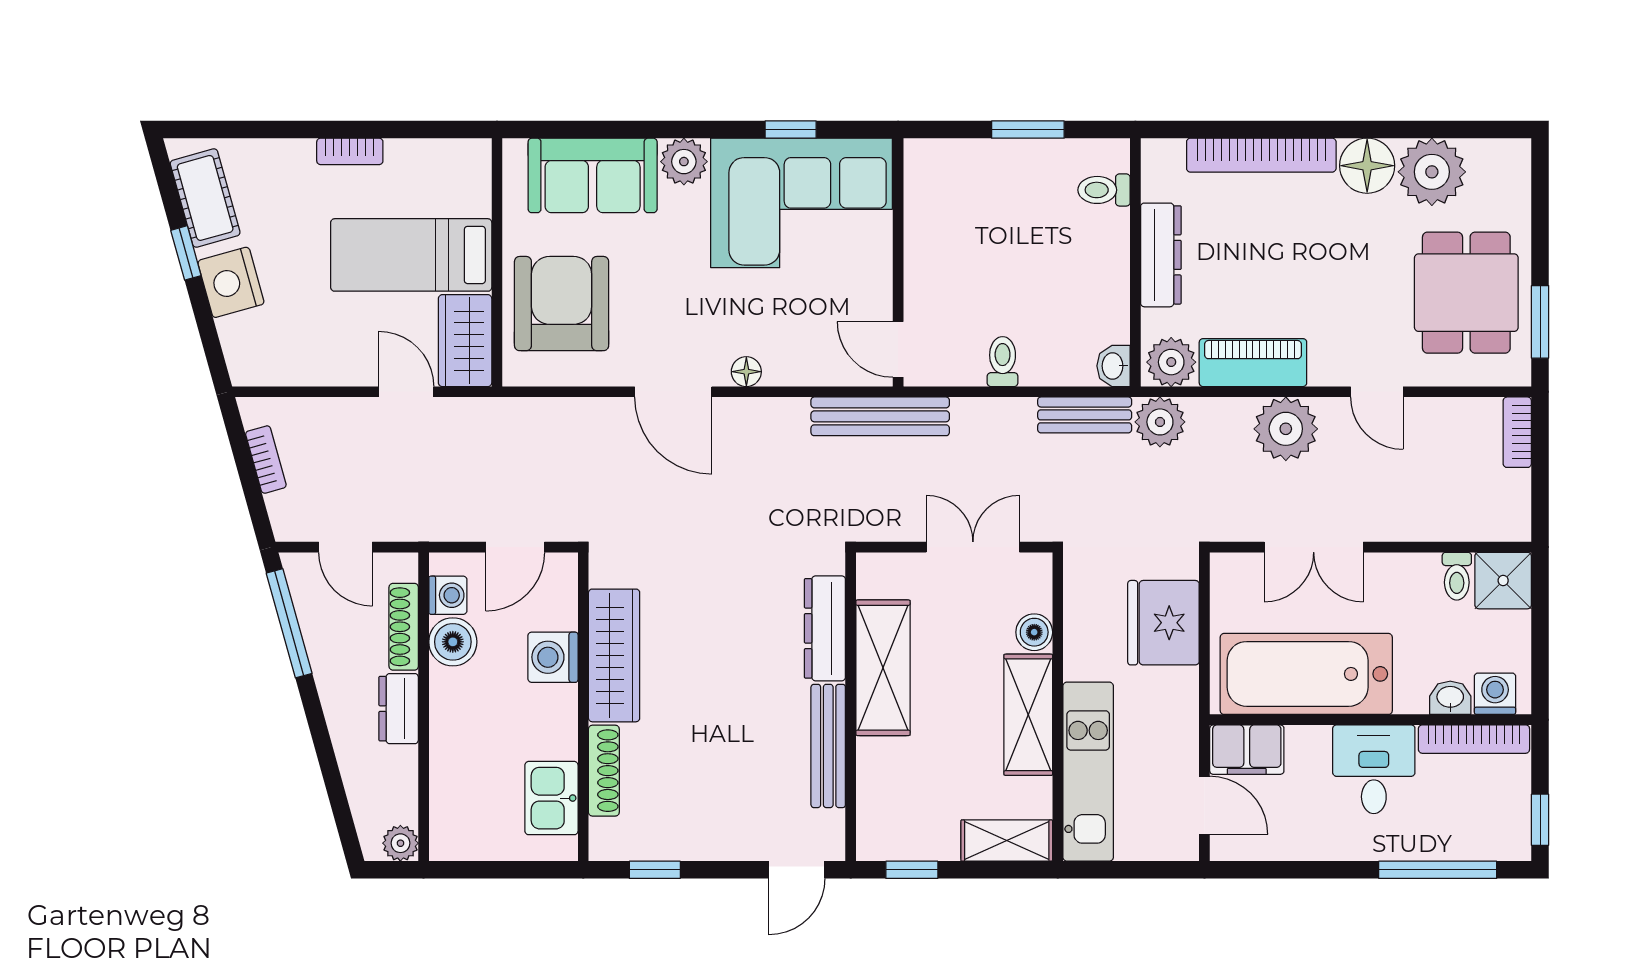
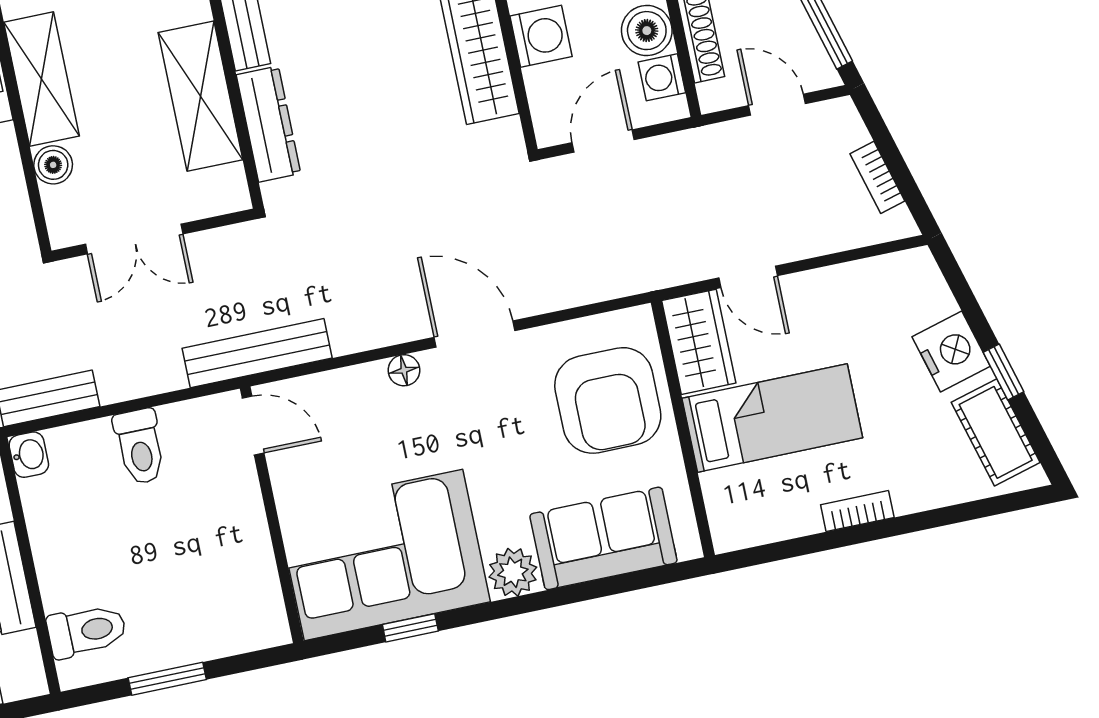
toilet: (1104, 190) -> (87, 631), width x1.37, depth x1.39
toilet: (1003, 362) -> (140, 447), width x1.37, depth x1.39

